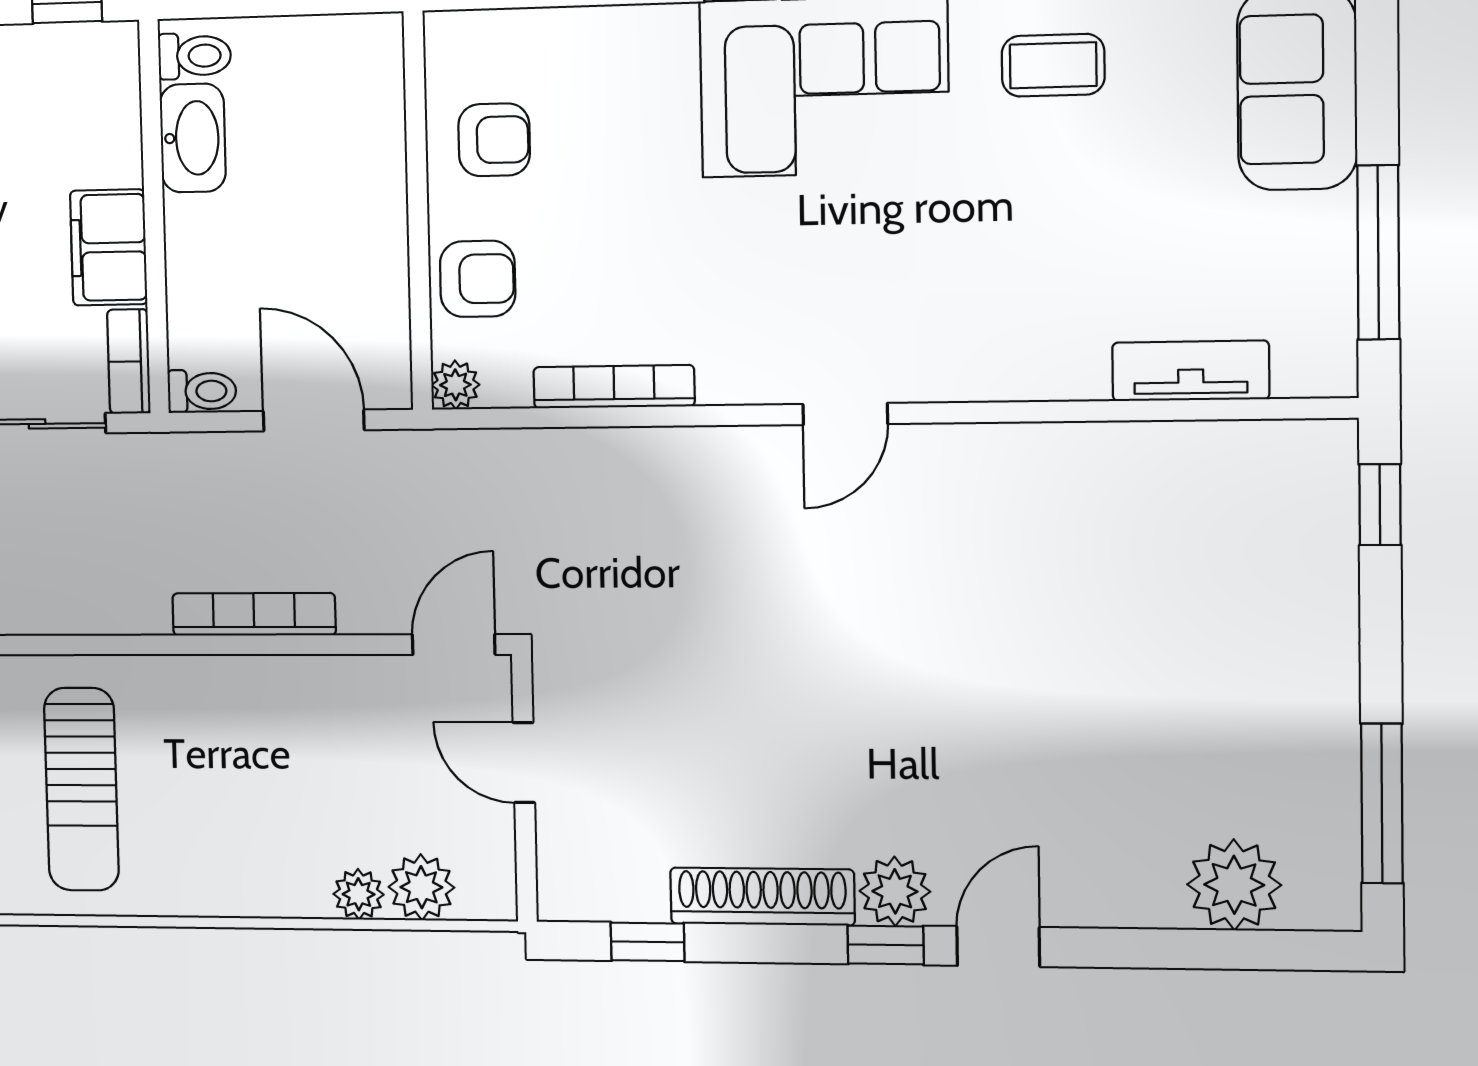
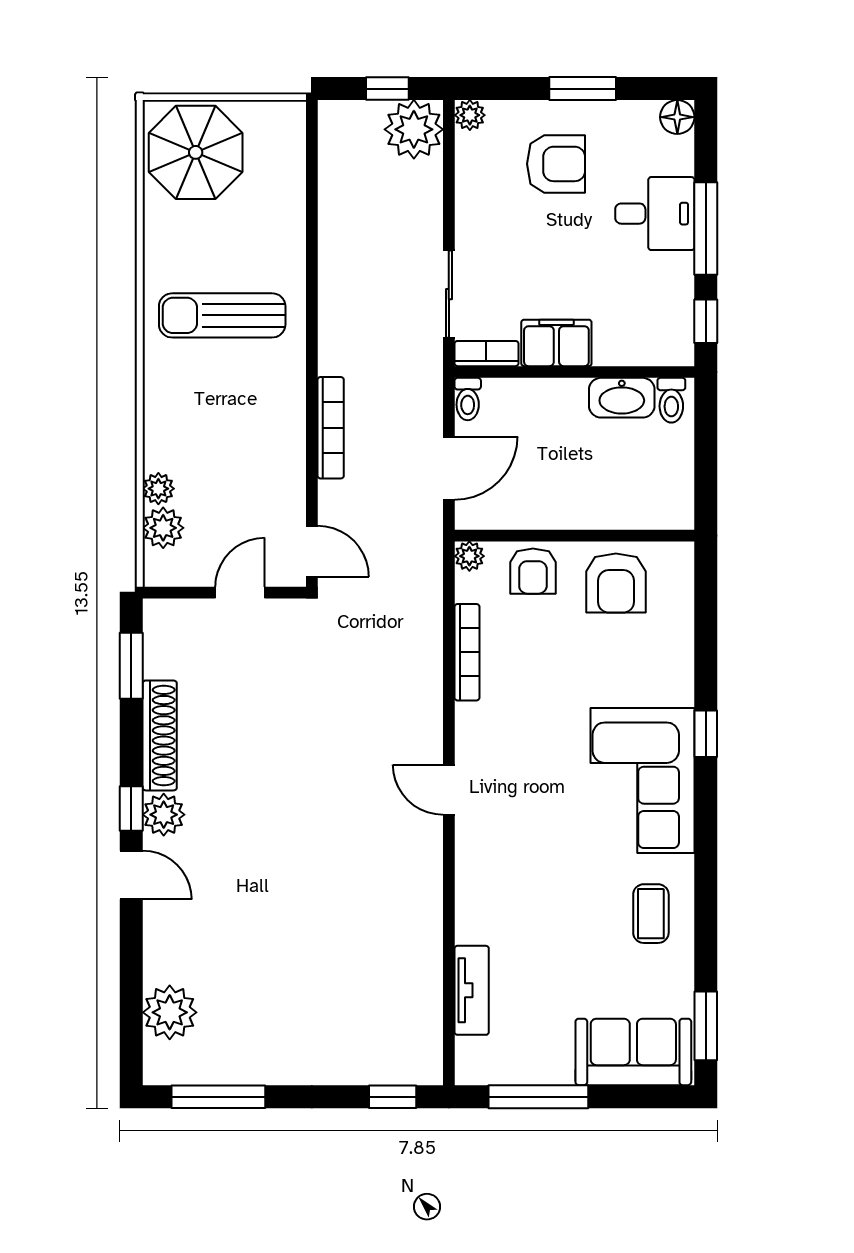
armchair: (494, 140) -> (616, 583), width x1.38, depth x1.38
window: (648, 942) -> (131, 666), width x1.50

